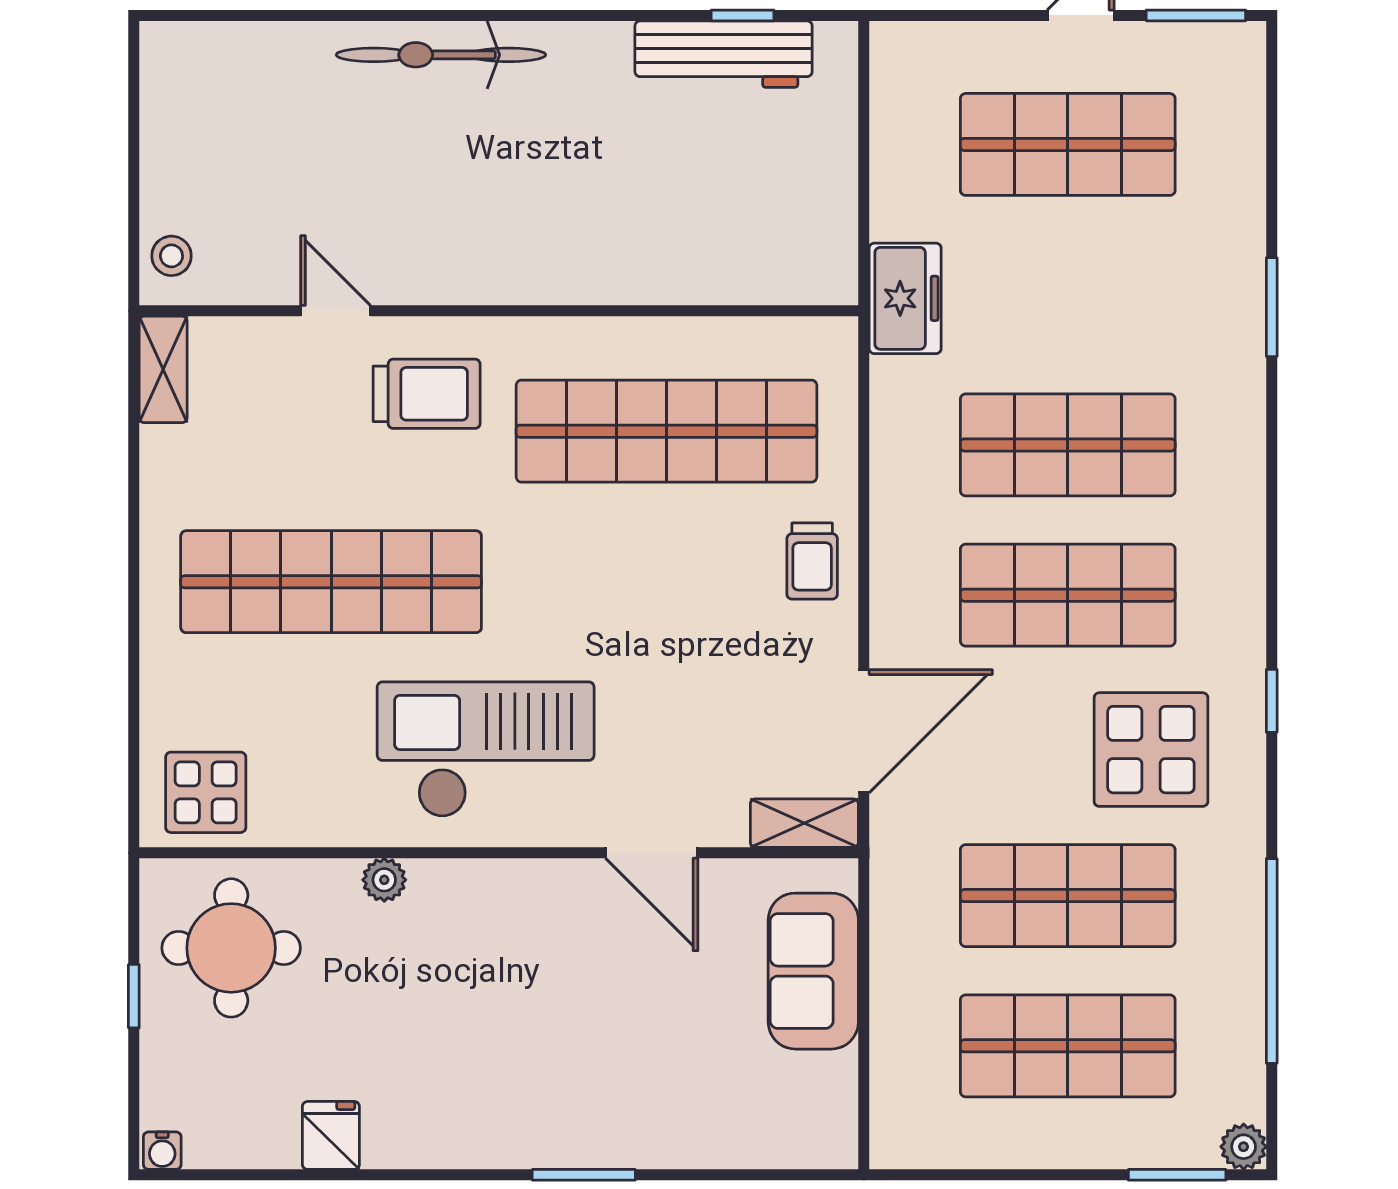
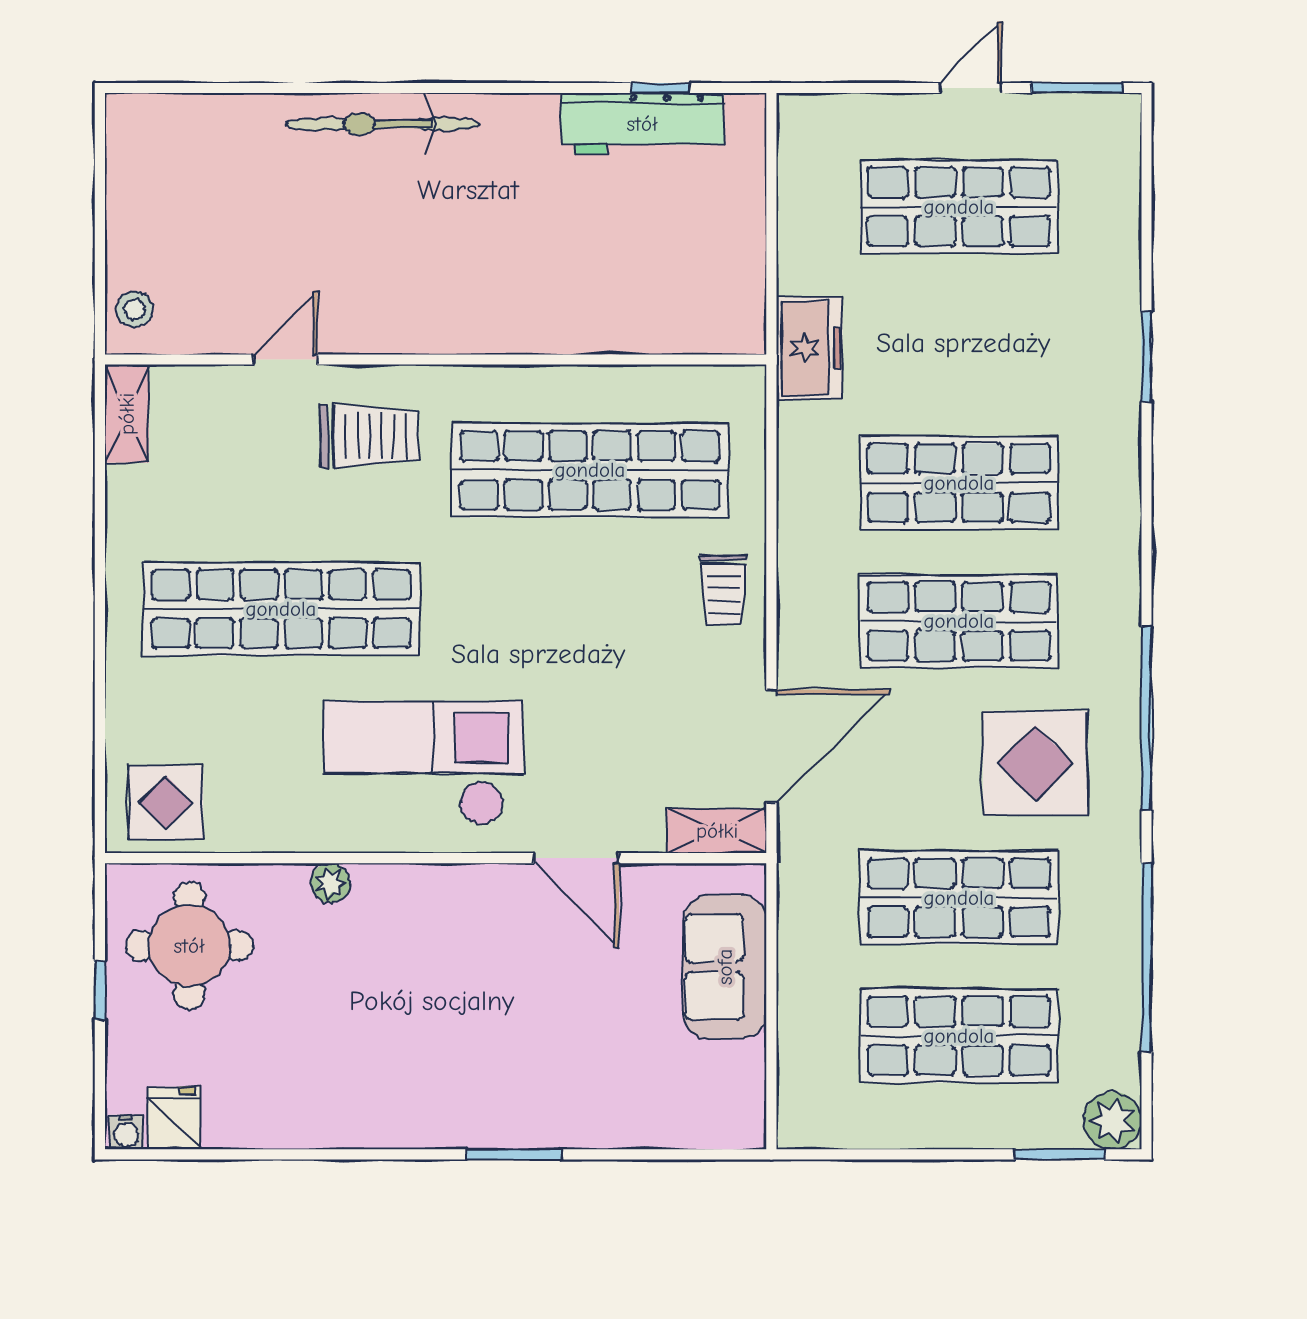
door: (335, 311) -> (285, 360), hinge flipped
window: (1272, 701) -> (1147, 718), width x3.17
fridge: (331, 1135) -> (174, 1118), moved
plant: (1244, 1147) -> (1113, 1121), width x1.38, depth x1.38

